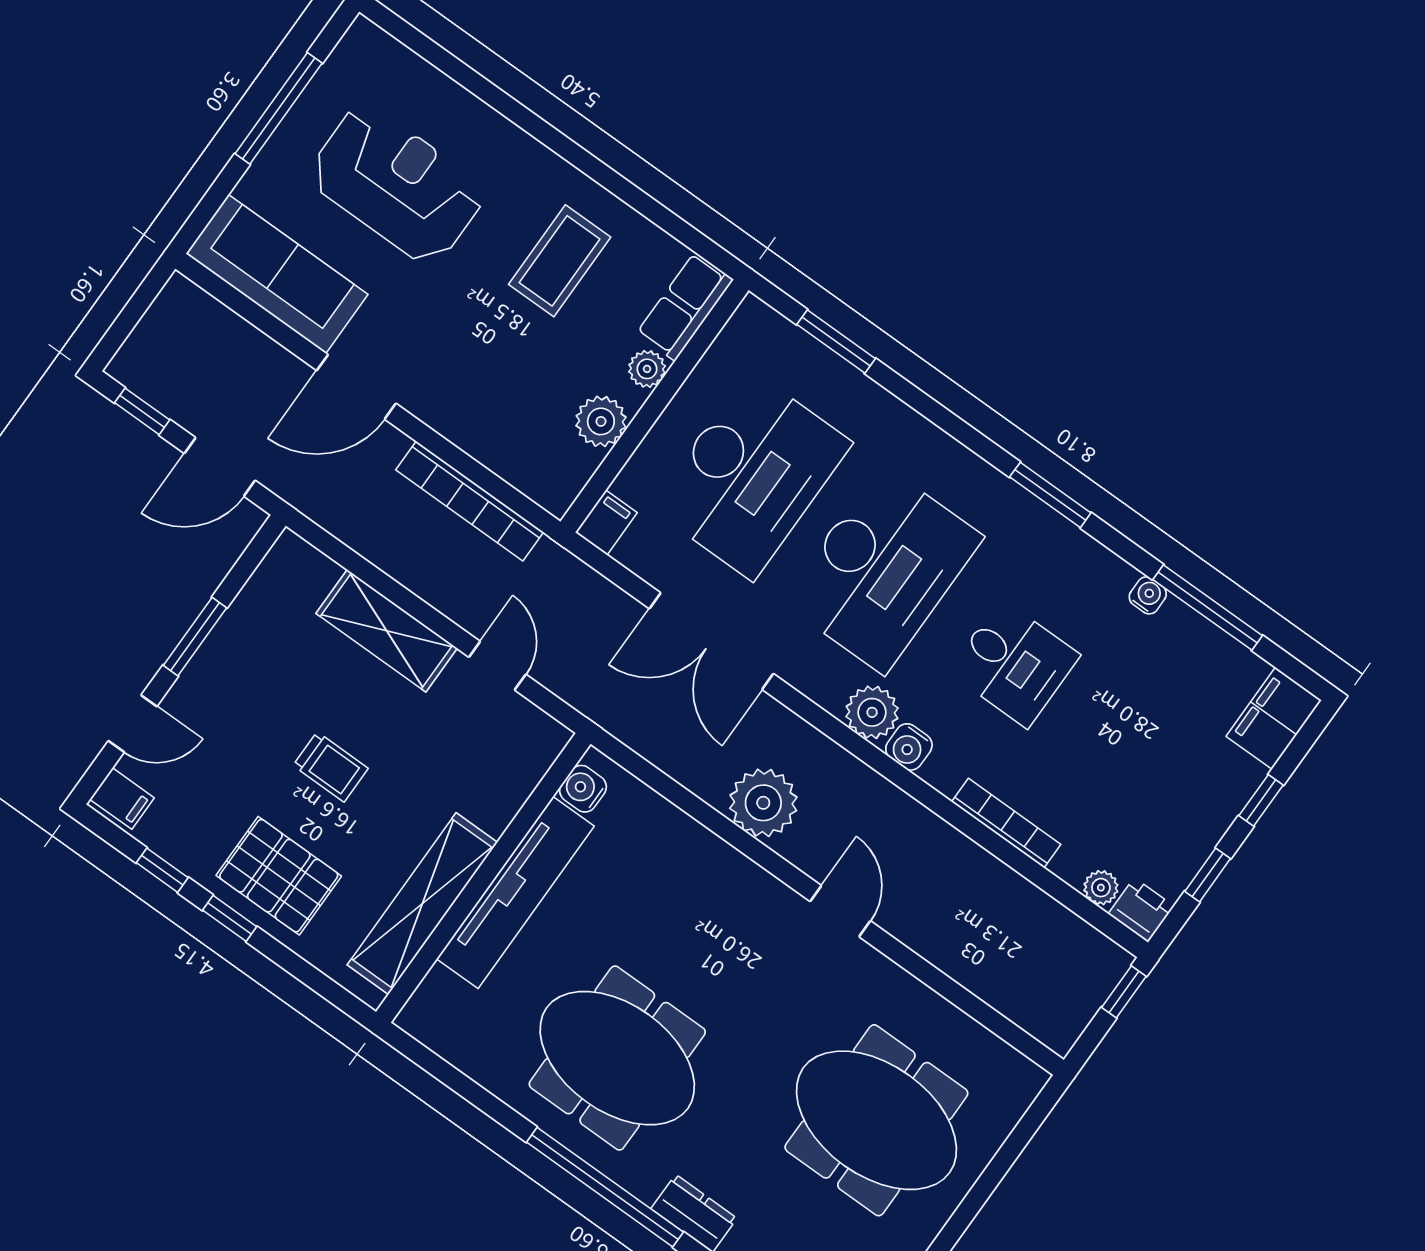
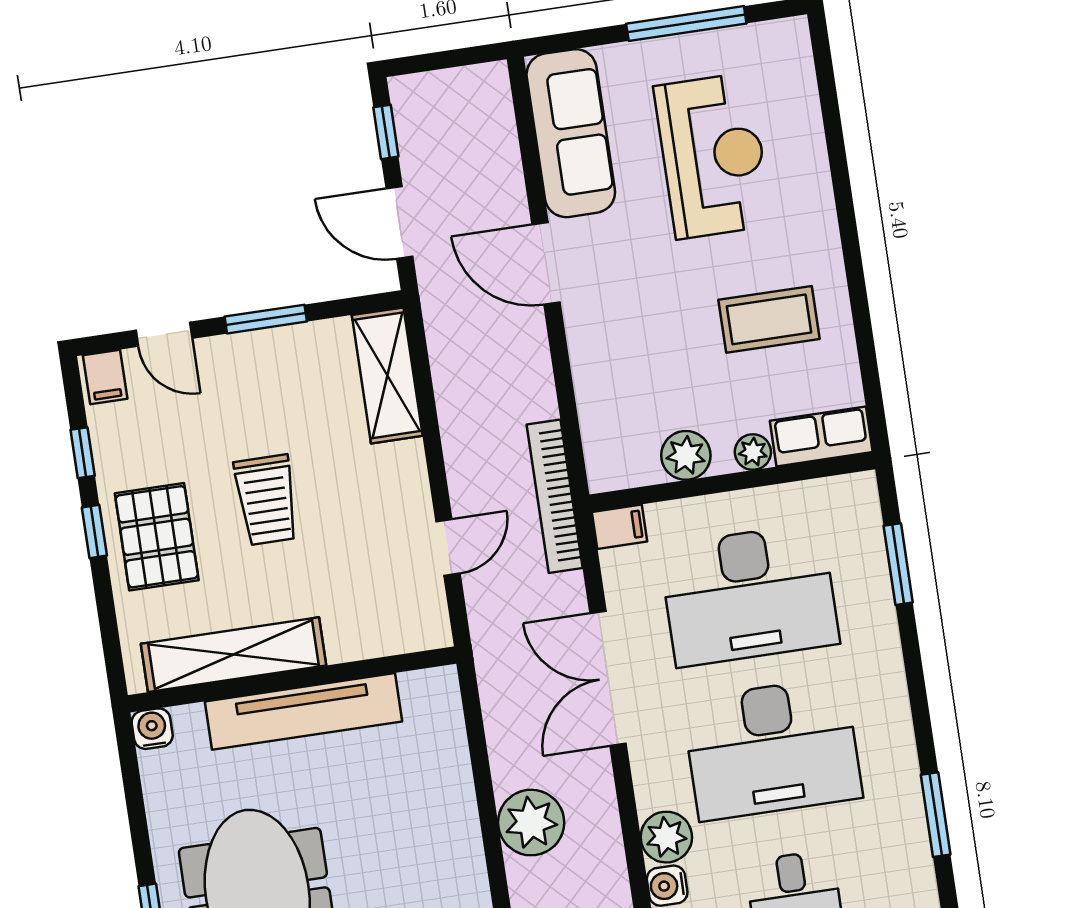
bookcase: (470, 501) -> (555, 496), moved
shelving: (387, 631) -> (387, 375), moved
trolley: (331, 767) -> (267, 500), width x1.36, depth x1.39
water cooler: (583, 789) -> (152, 729), moved

